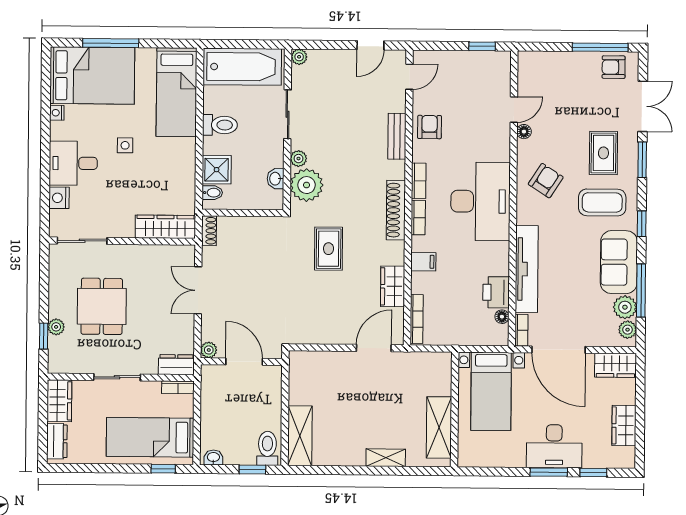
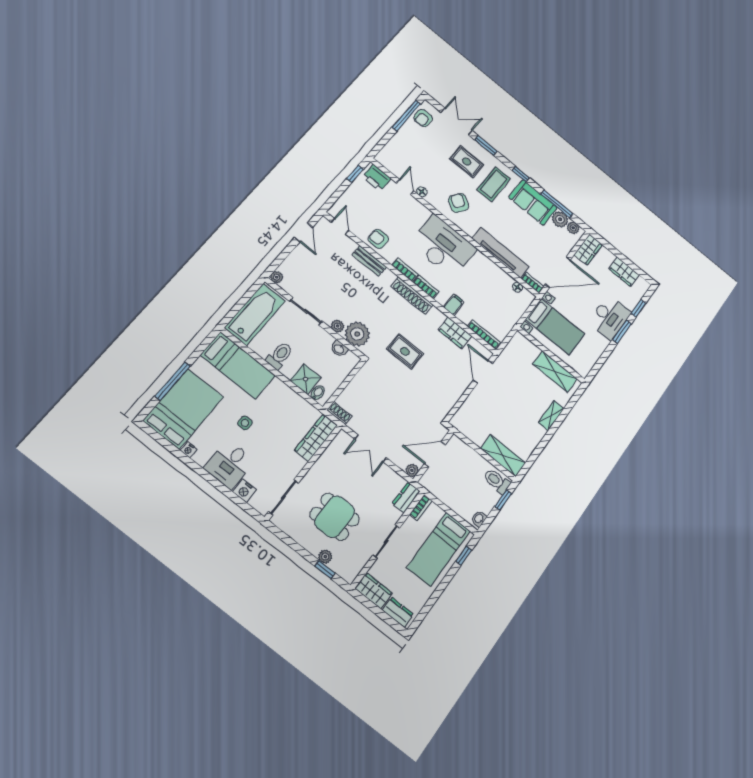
printer: (496, 292) -> (377, 178), moved

